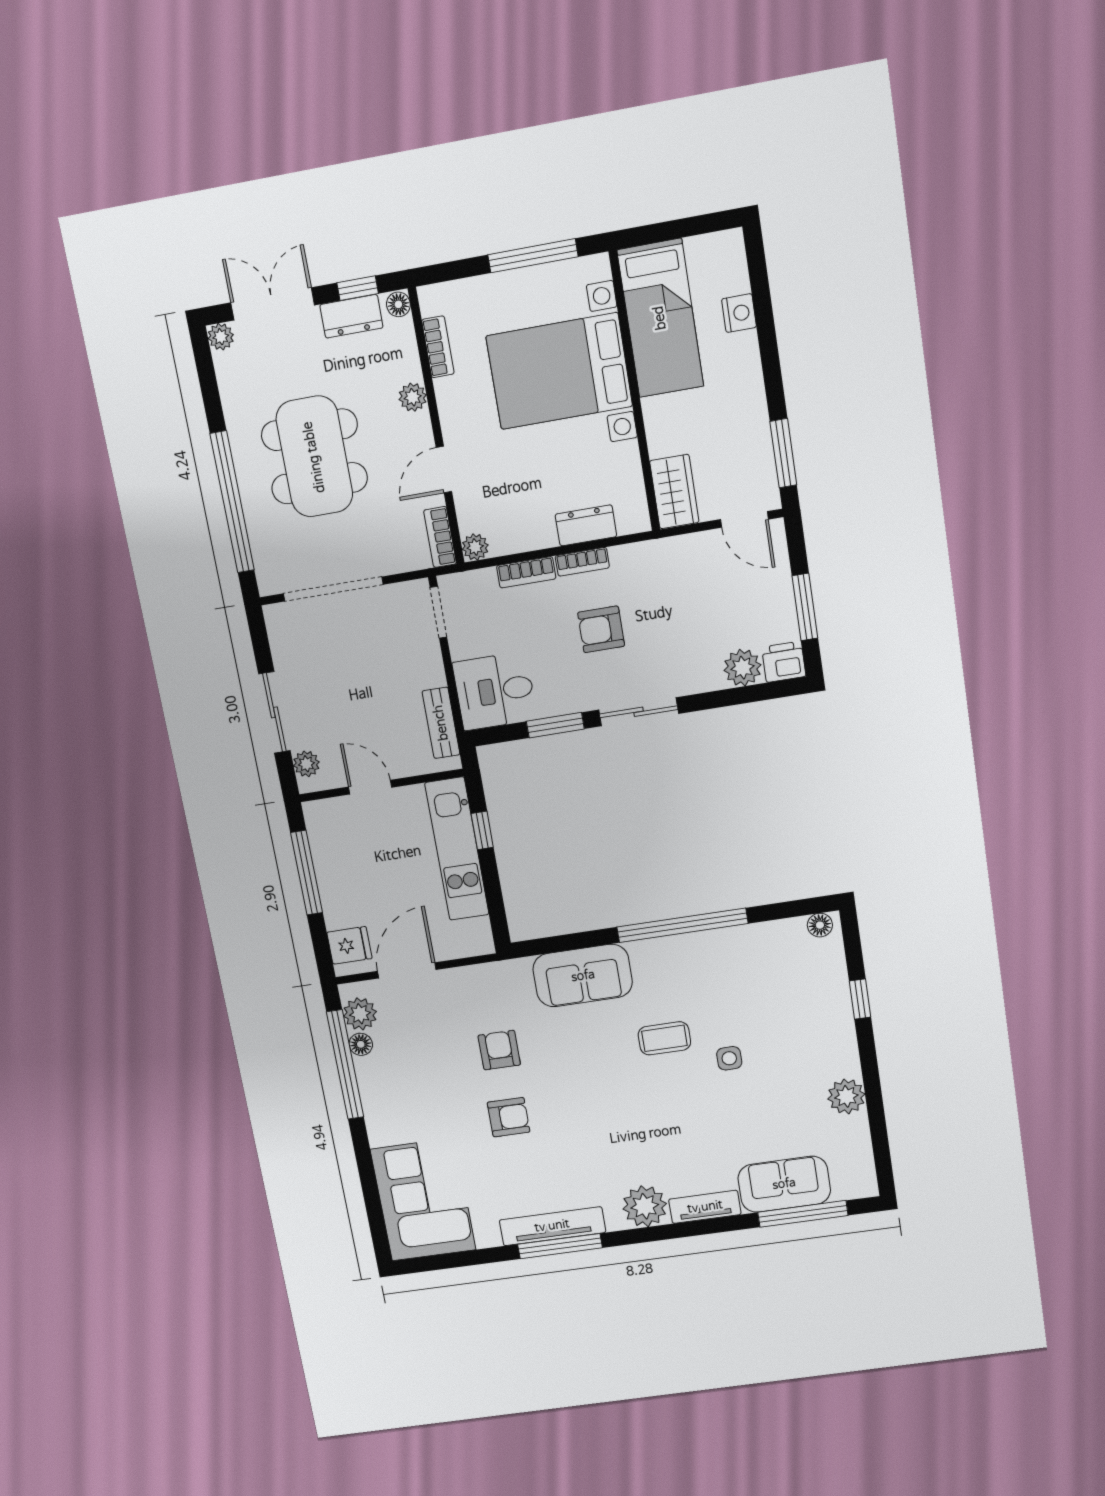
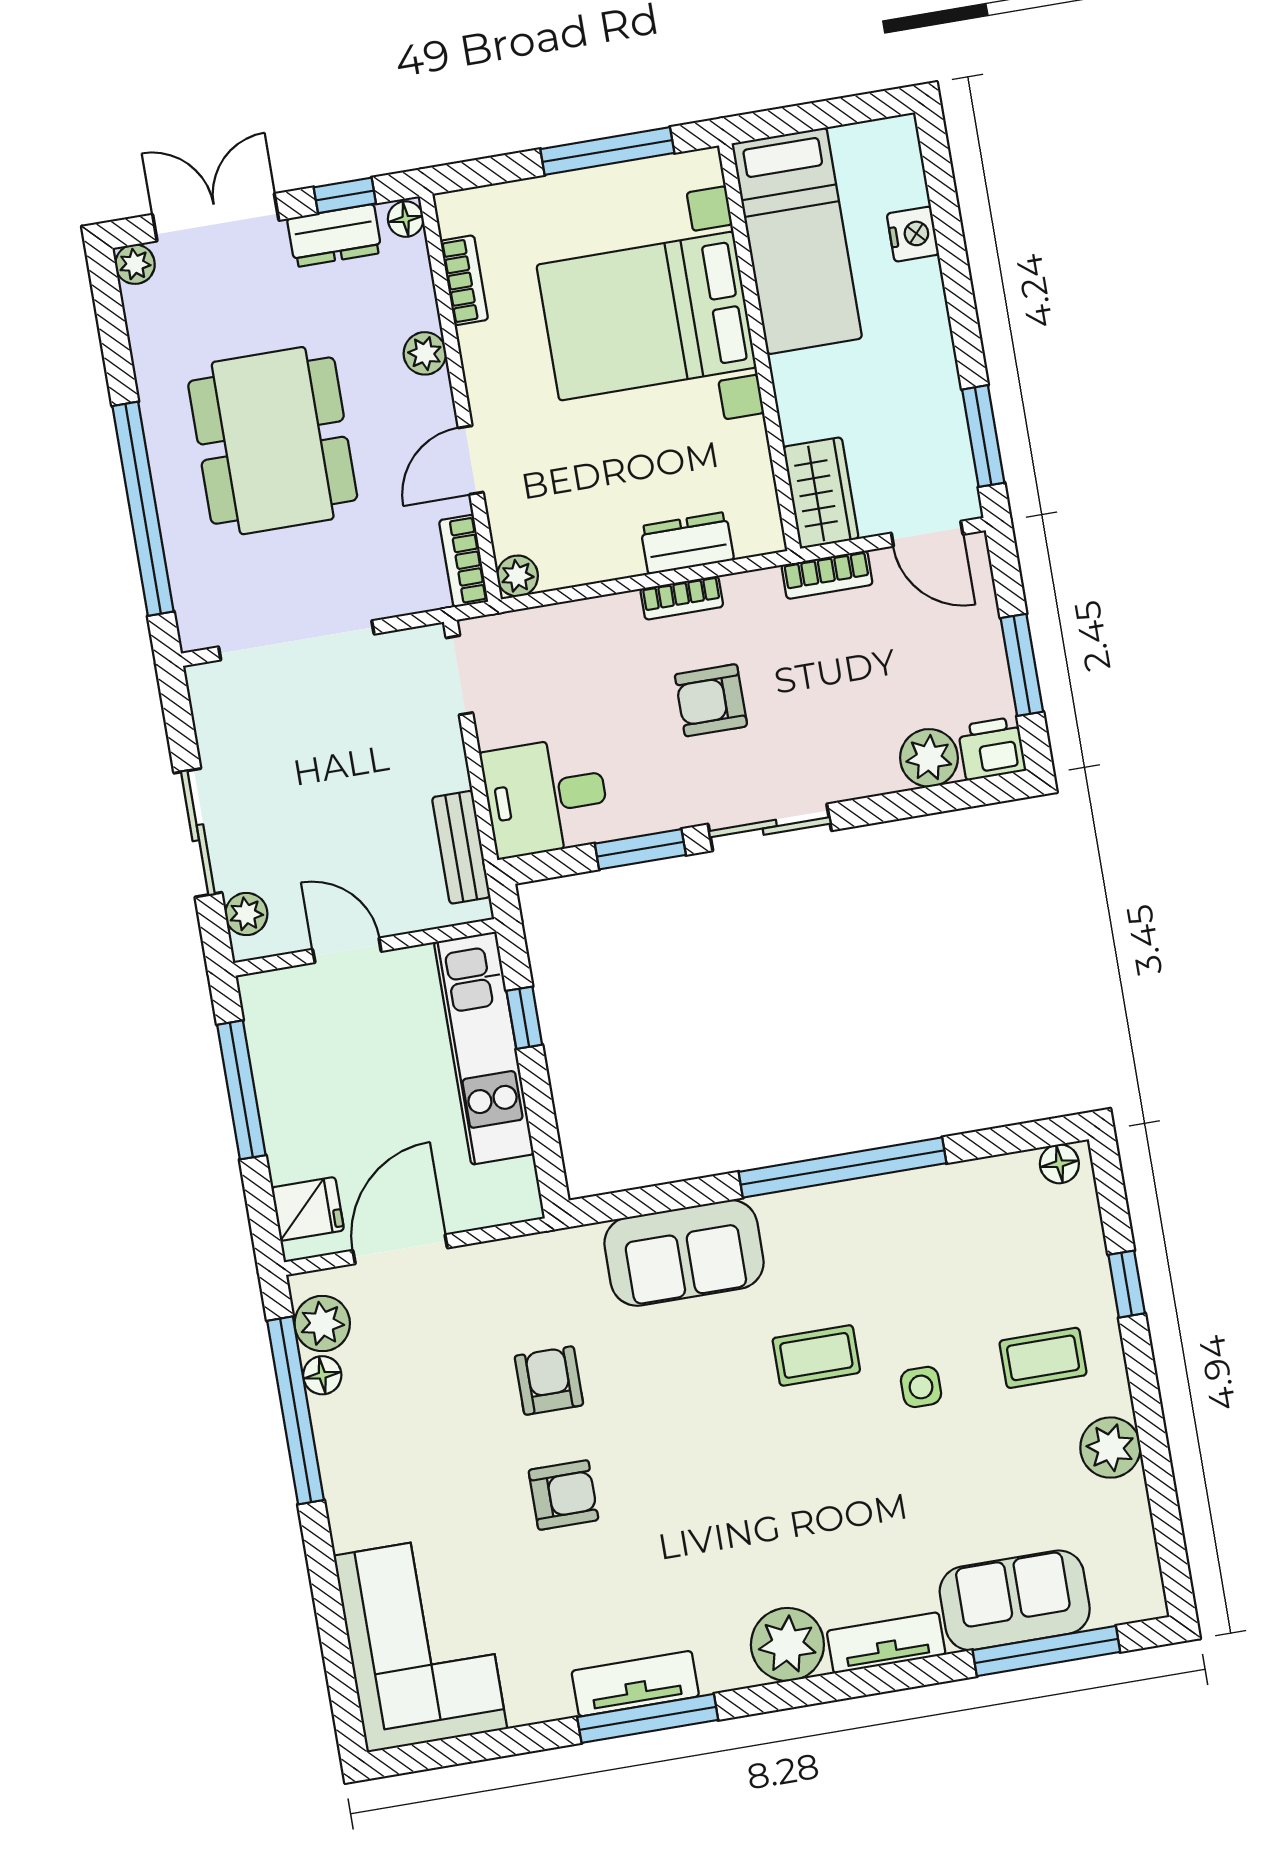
bookcase: (526, 572) -> (827, 575), moved
coffee table: (806, 1042) -> (1043, 1358), added
tv unit: (552, 1226) -> (635, 1684), width x0.71

